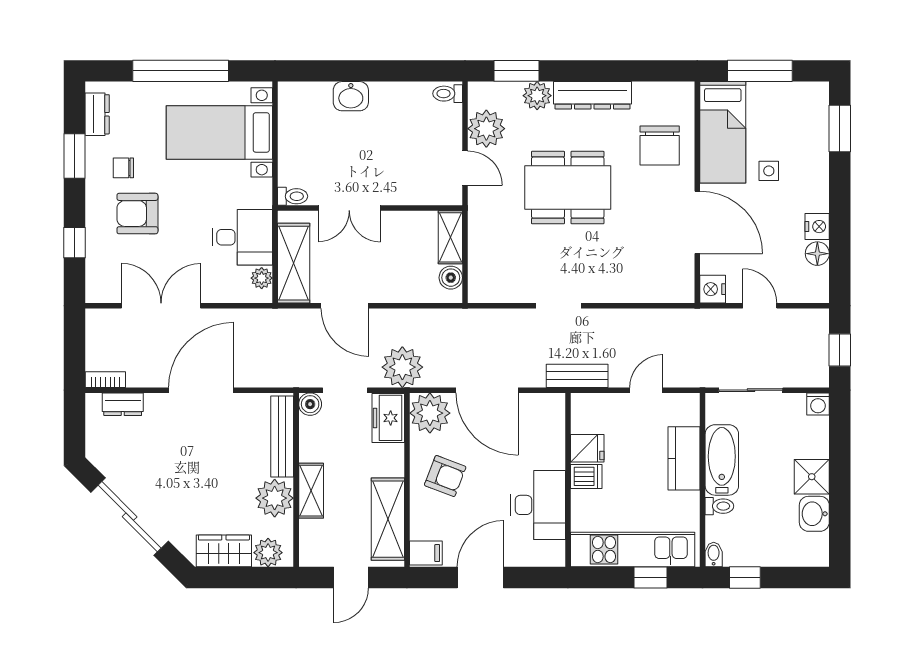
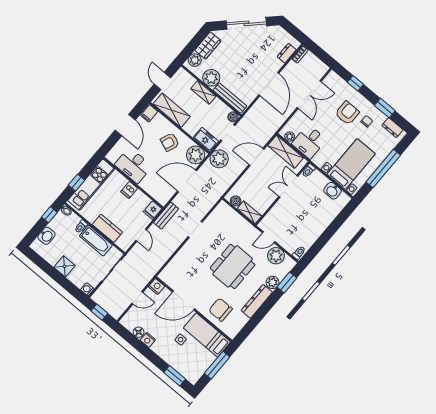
washbasin: (351, 96) -> (332, 191), moved, turned -90
fridge: (587, 448) -> (153, 210), moved
washbasin: (814, 514) -> (46, 236), moved, turned 90

